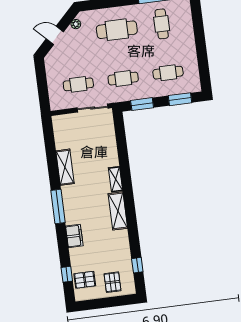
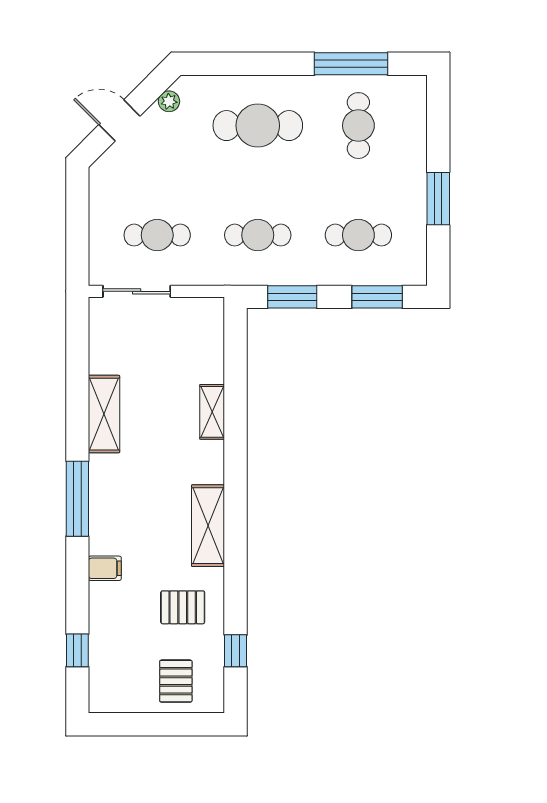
window: (202, 52) -> (438, 199), added
sliding door: (93, 108) -> (137, 291), moved
shelving: (116, 179) -> (212, 412), moved
filing cabinet: (74, 236) -> (105, 568), width x0.50
pallet: (85, 280) -> (183, 607), moved

